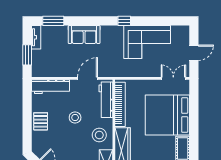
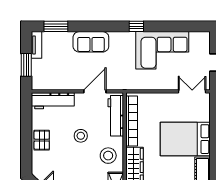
bed: (167, 115) -> (185, 139), width x0.73

